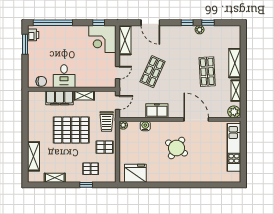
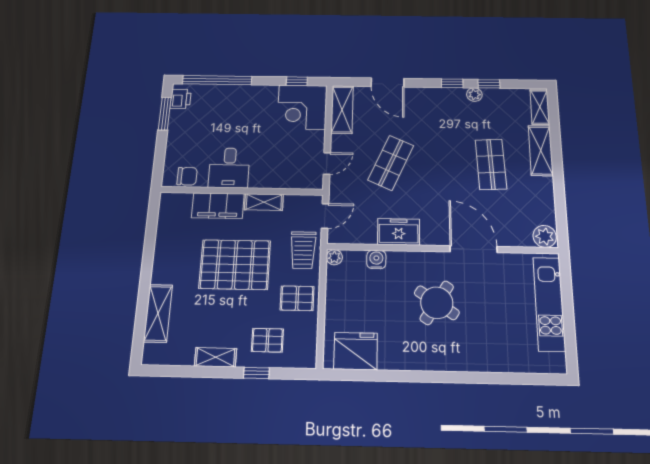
shelving: (236, 91) -> (540, 107), moved
shelving: (55, 178) -> (216, 357), moved

